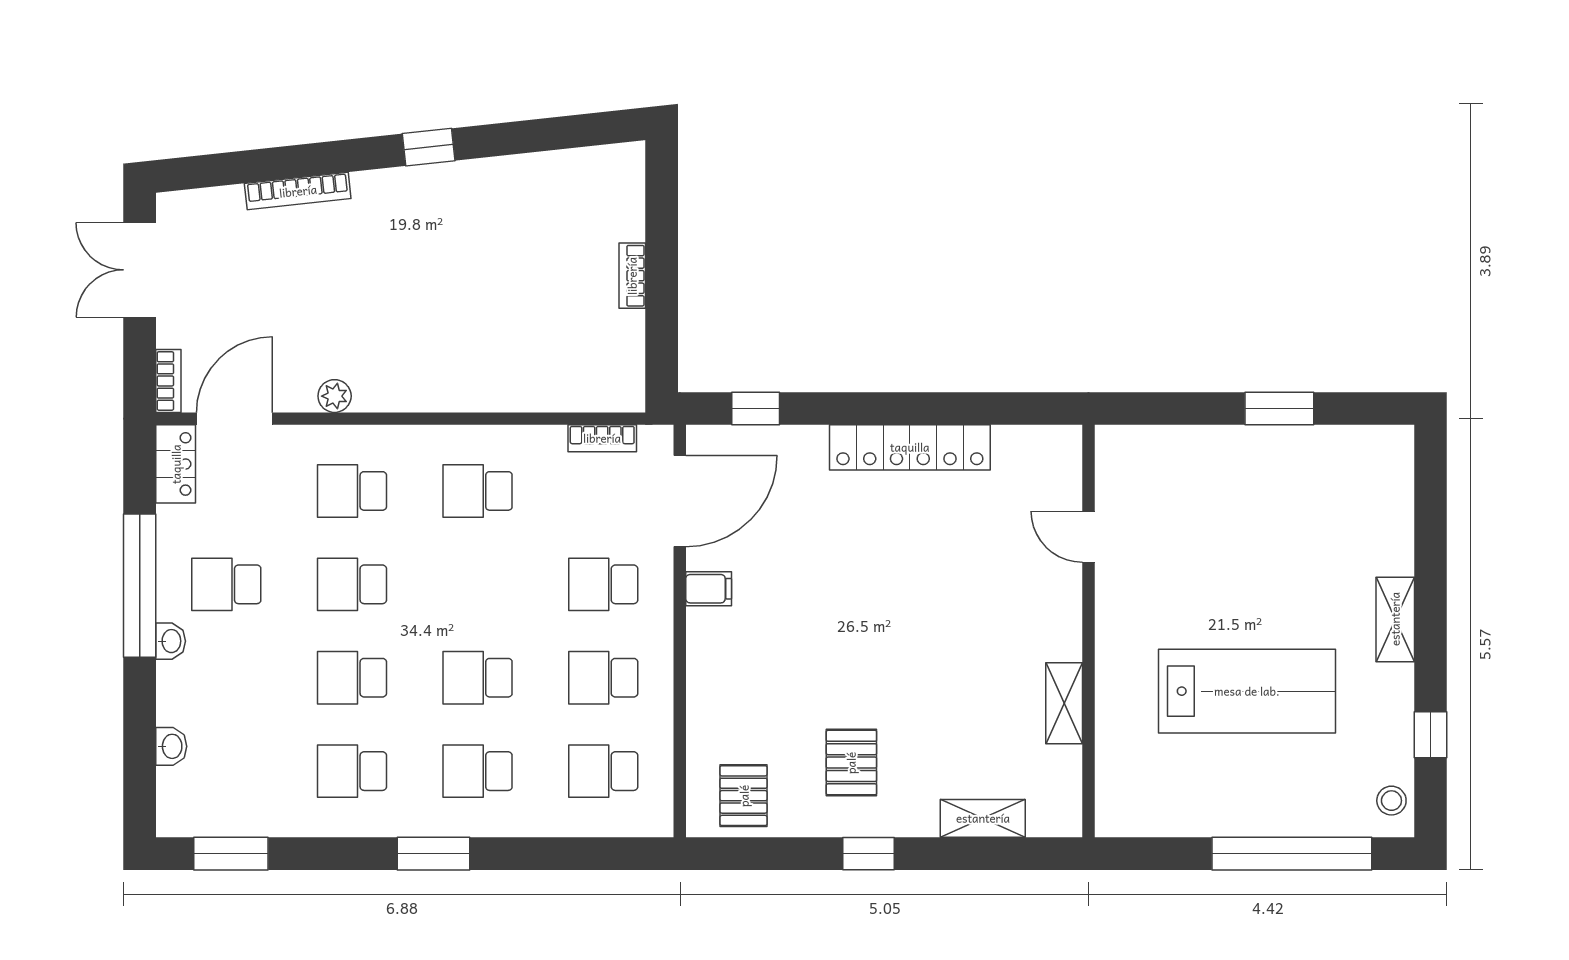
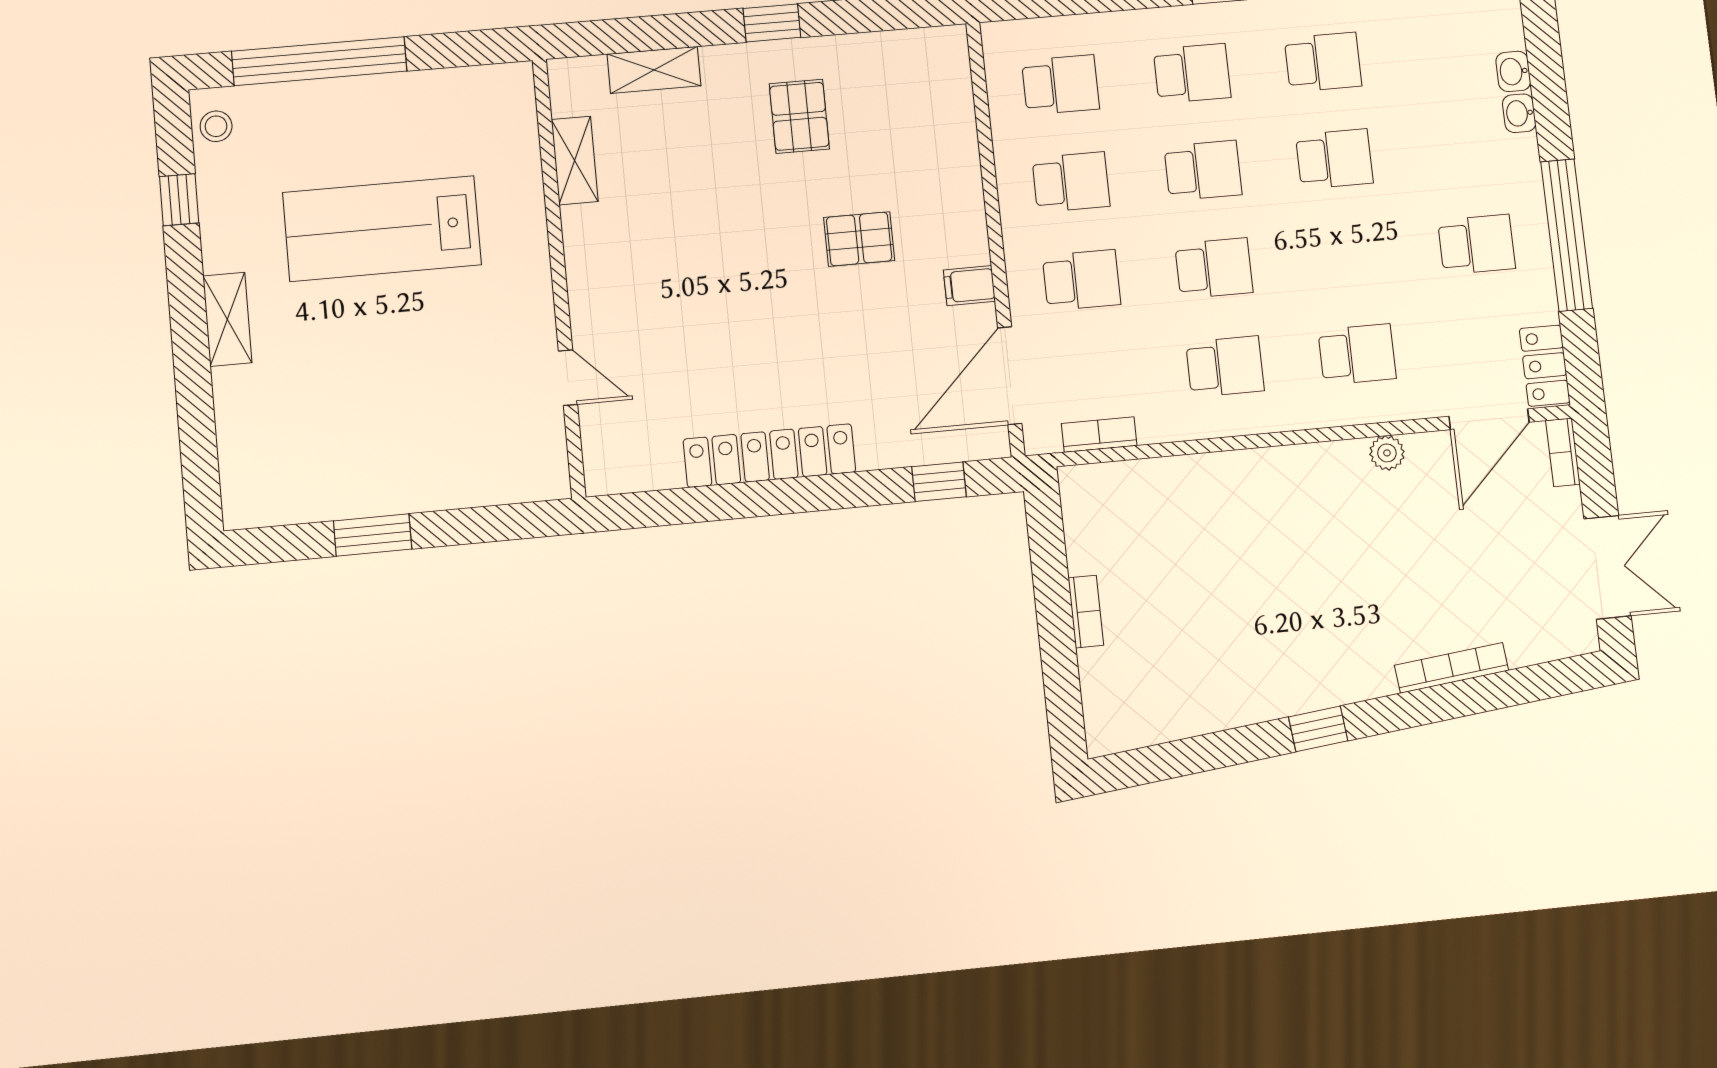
school desk: (352, 584) -> (1214, 268), moved
washbasin: (171, 641) -> (1519, 113), moved
shelving: (1064, 703) -> (575, 161), moved
pallet: (744, 796) -> (859, 239), moved, turned 90

